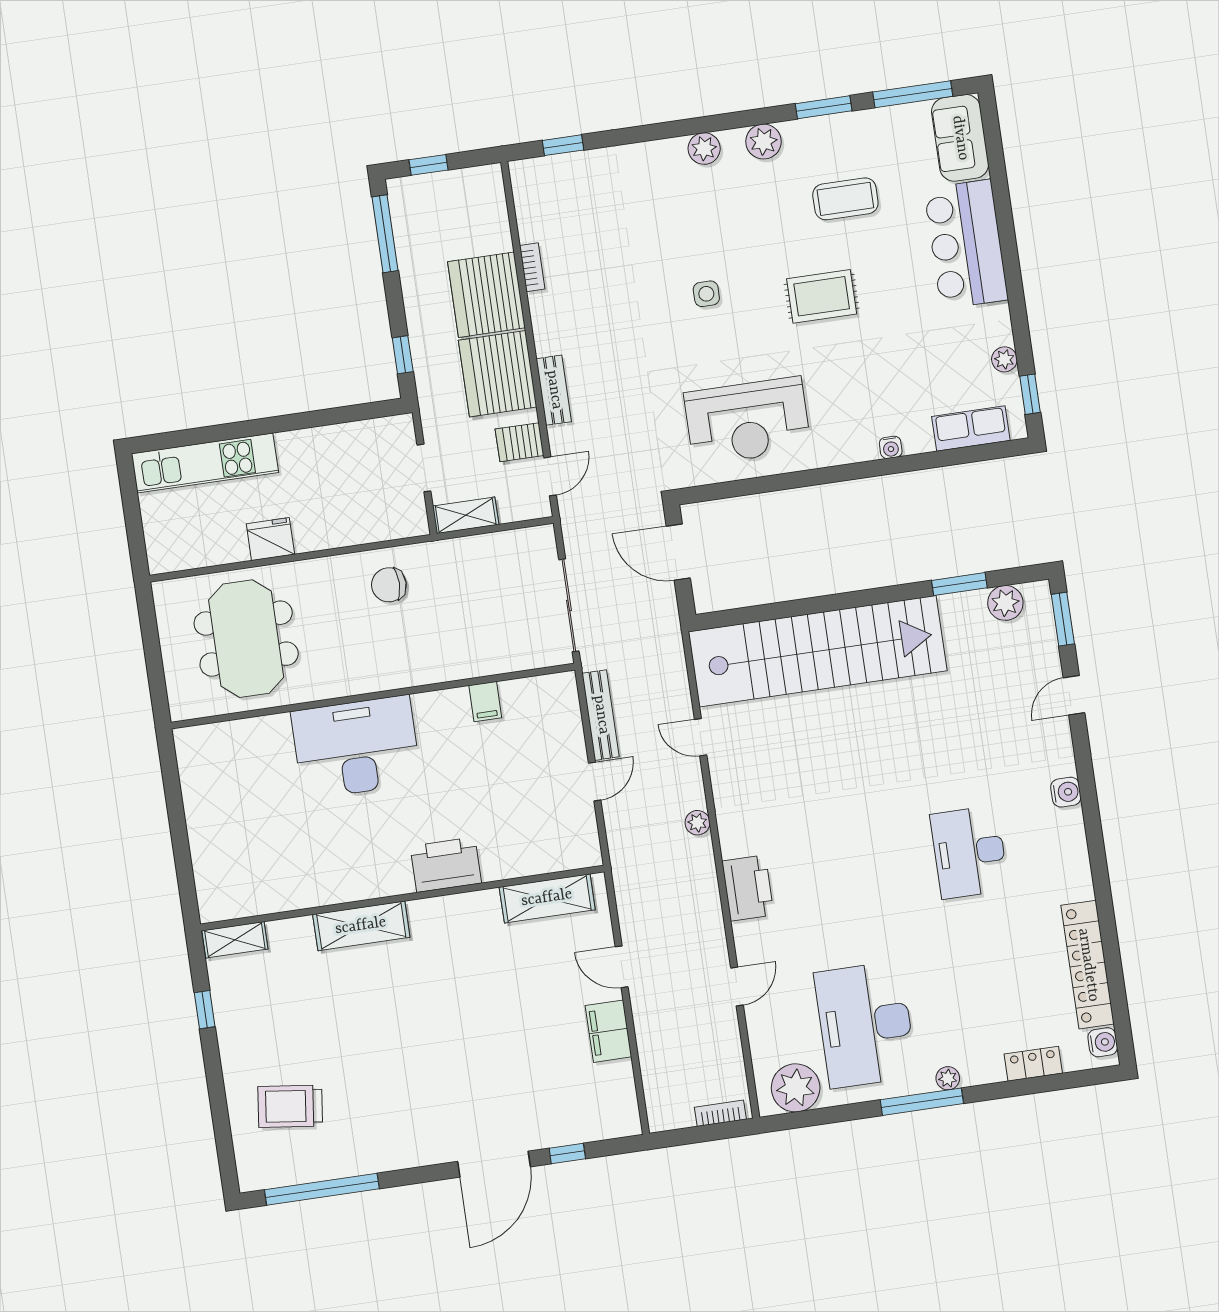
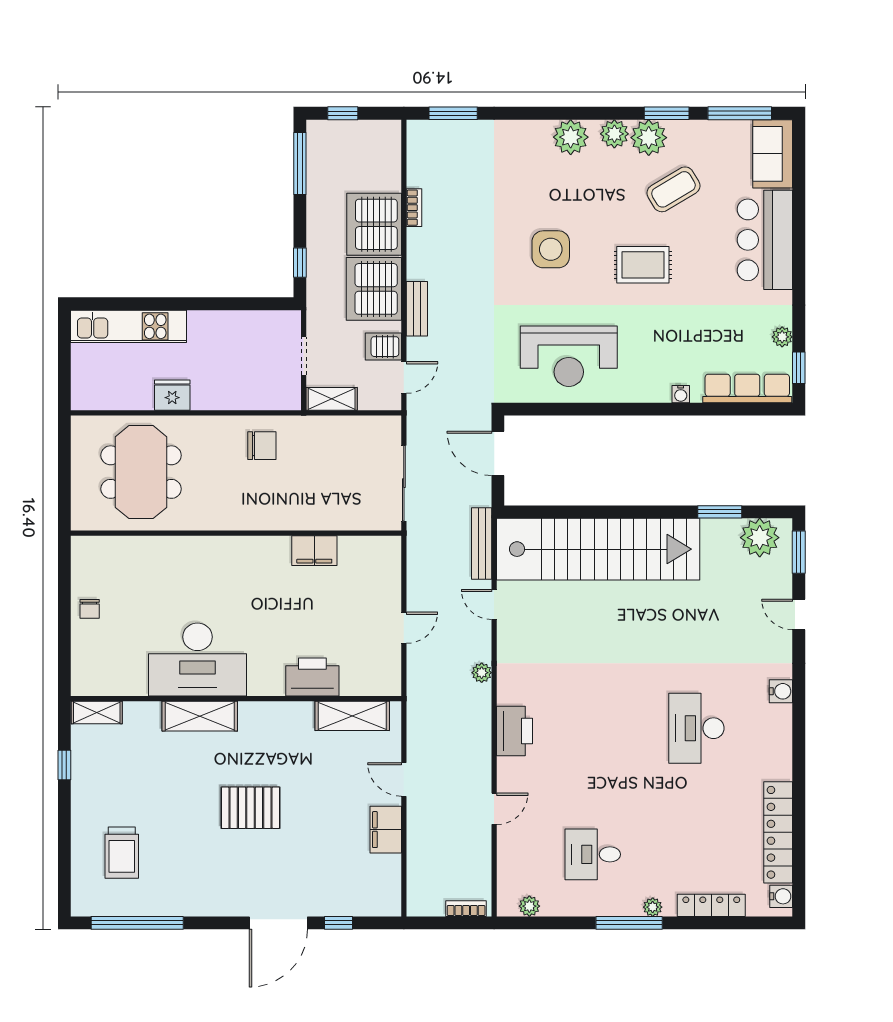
plant: (806, 140) -> (649, 138), added
window: (563, 145) -> (453, 113), width x1.50
plant: (704, 149) -> (571, 137), width x1.36, depth x1.36
coffee table: (845, 199) -> (673, 189), turned -31
side table: (706, 294) -> (551, 249), width x1.87, depth x1.87
row of seats: (971, 429) -> (747, 388), width x1.48
chair: (389, 585) -> (262, 446), turned 180
plant: (1005, 603) -> (760, 538), width x1.36, depth x1.36
door: (1074, 695) -> (799, 615), hinge flipped
filing cabinet: (485, 702) -> (314, 551), width x2.00
bench: (601, 715) -> (482, 543), moved
desk: (356, 747) -> (197, 659), moved, turned 180
chair: (208, 815) -> (90, 609), added
printer: (446, 865) -> (312, 677), moved
desk: (865, 1025) -> (593, 854), width x0.53, depth x0.77
pallet: (439, 1029) -> (251, 808), added
locker: (1033, 1064) -> (711, 905), width x1.53
plant: (796, 1088) -> (529, 906), width x0.53, depth x0.53
trolley: (290, 1106) -> (122, 853), turned -97

